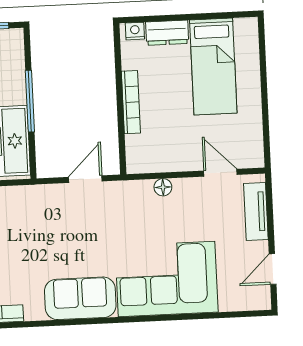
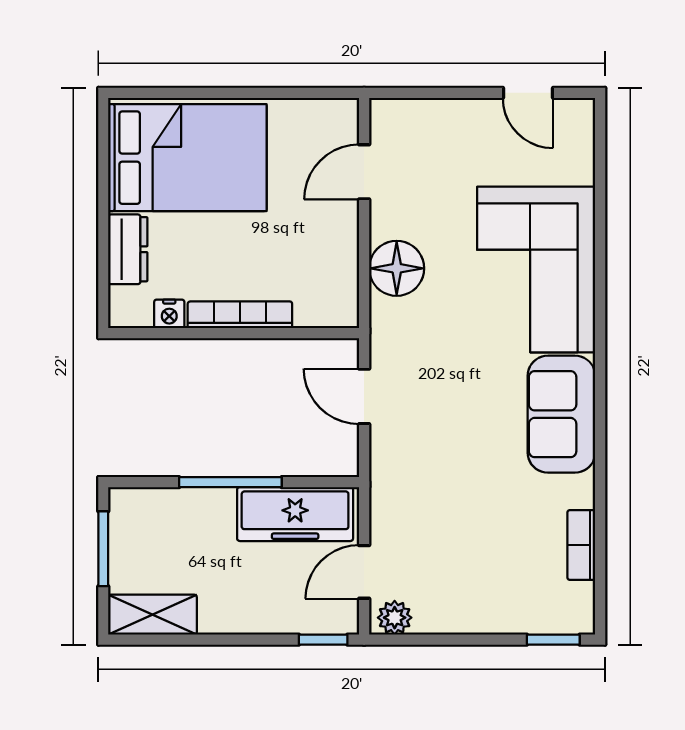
nightstand: (135, 31) -> (169, 314), moved, turned -90
bed: (213, 67) -> (187, 158), width x1.50
floor lamp: (163, 187) -> (397, 268), width x1.89, depth x1.89
tv unit: (256, 212) -> (431, 116), removed

